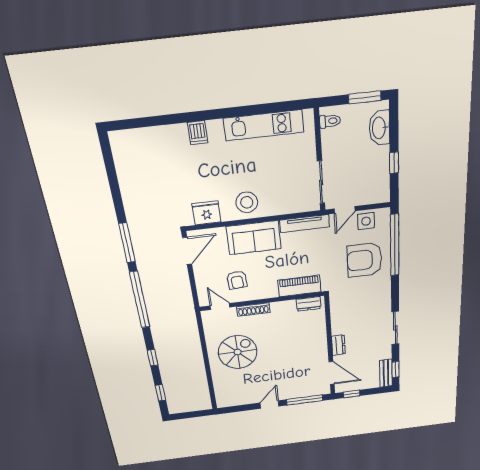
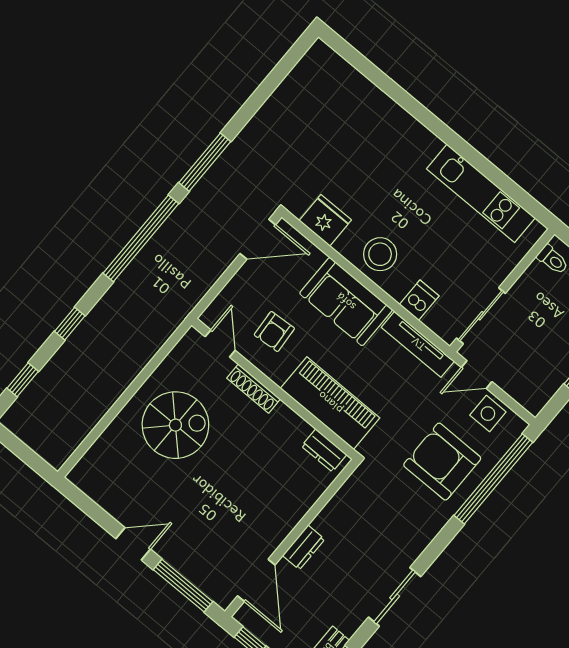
dishwasher: (198, 133) -> (419, 300), moved, turned 180
piano: (299, 286) -> (330, 403), width x1.37, depth x1.33

